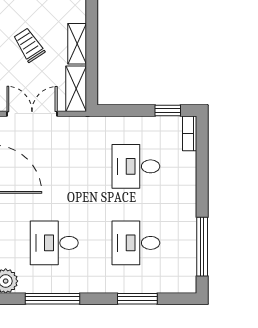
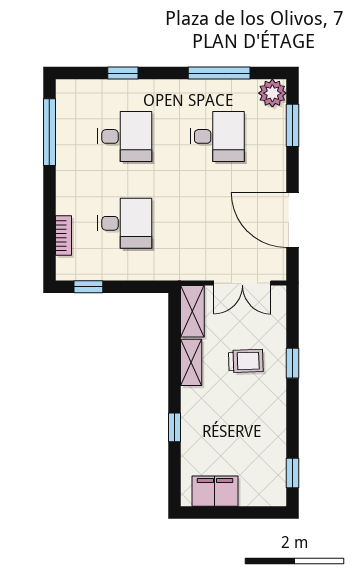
trolley: (29, 45) -> (246, 361), turned -59
bookcase: (190, 133) -> (63, 236), moved
window: (137, 299) -> (123, 73), width x0.67

